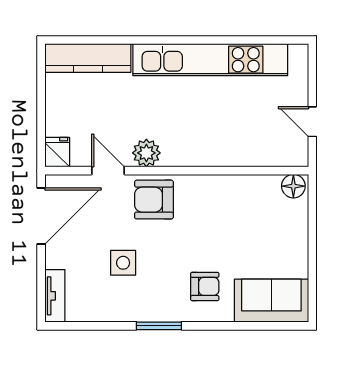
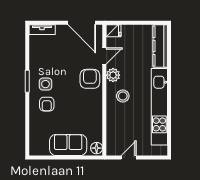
stool: (189, 133) -> (123, 96), added
side table: (123, 263) -> (45, 84), moved
sofa: (271, 301) -> (68, 145), moved, turned -90

